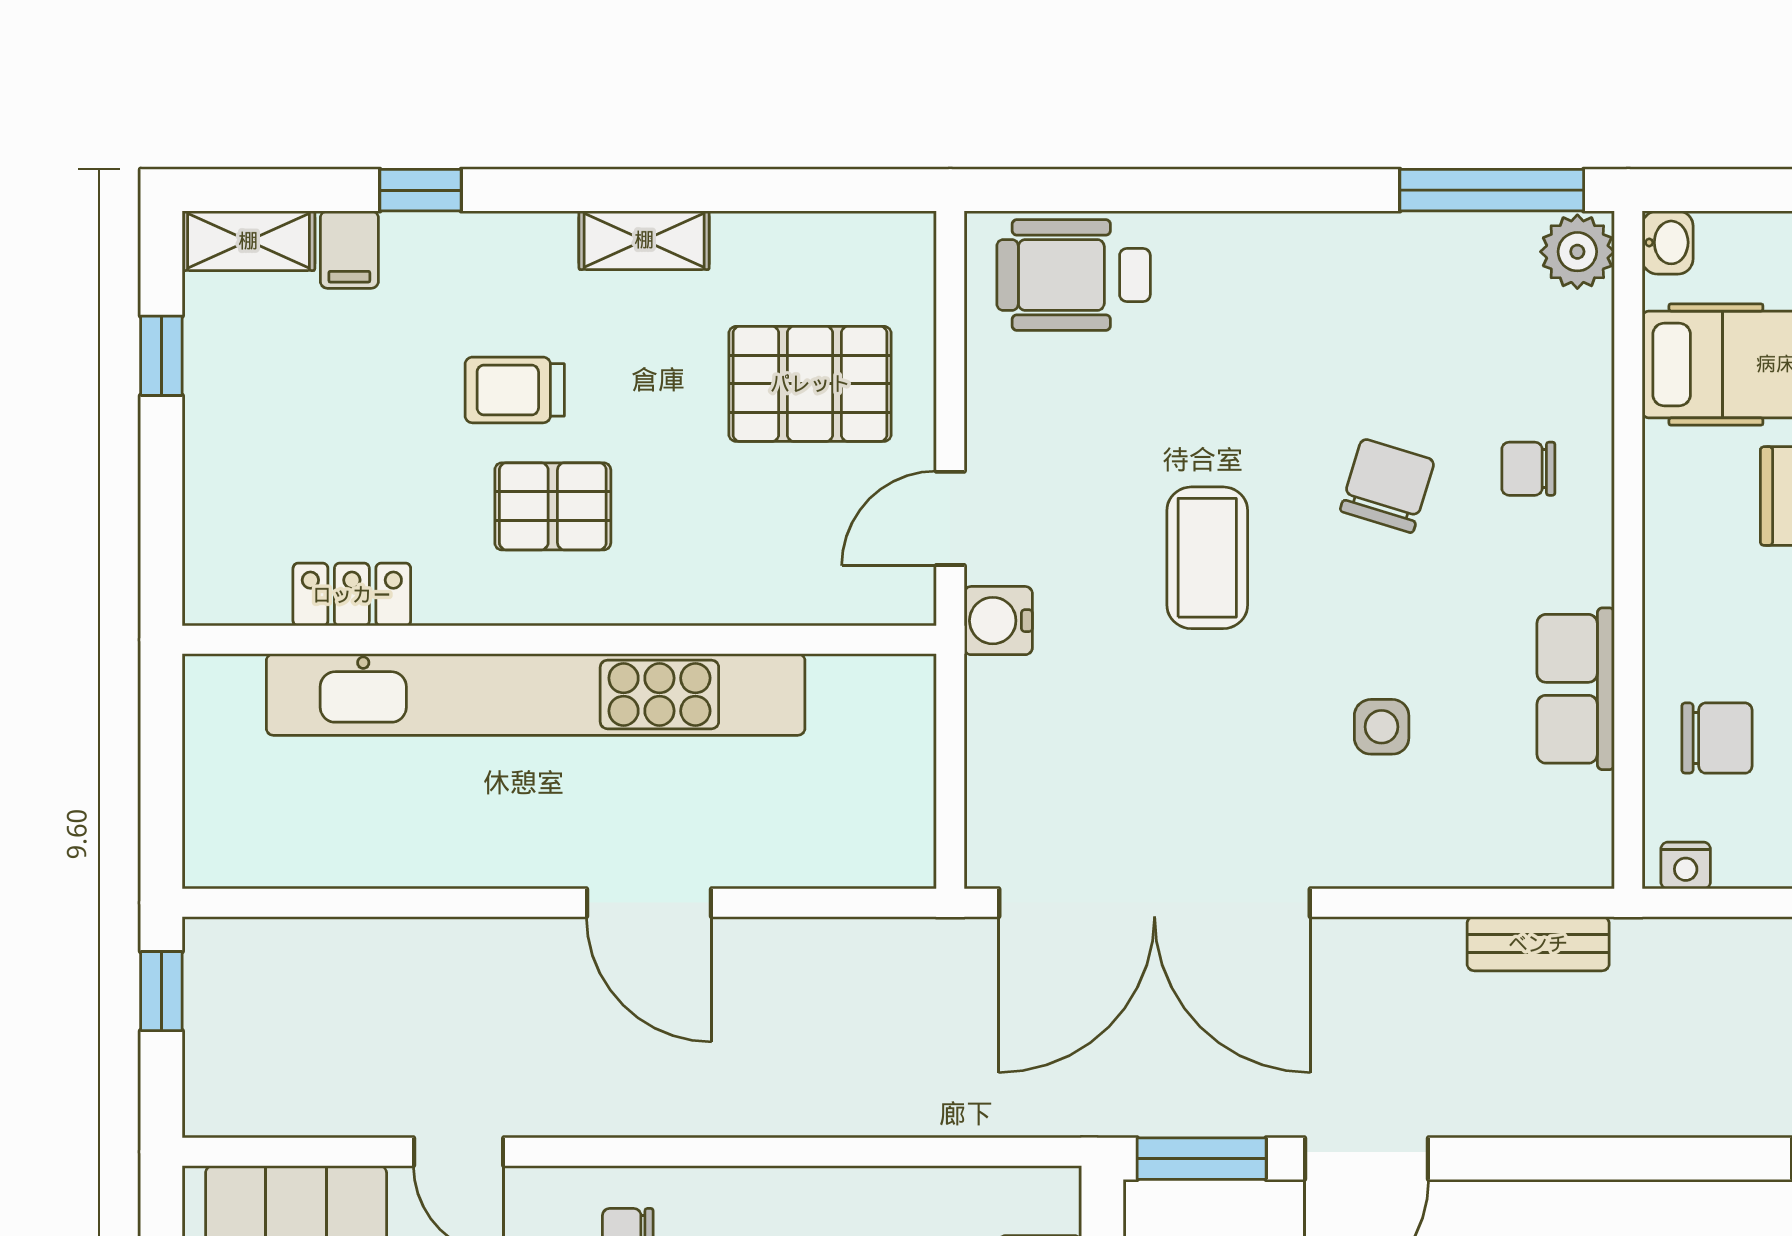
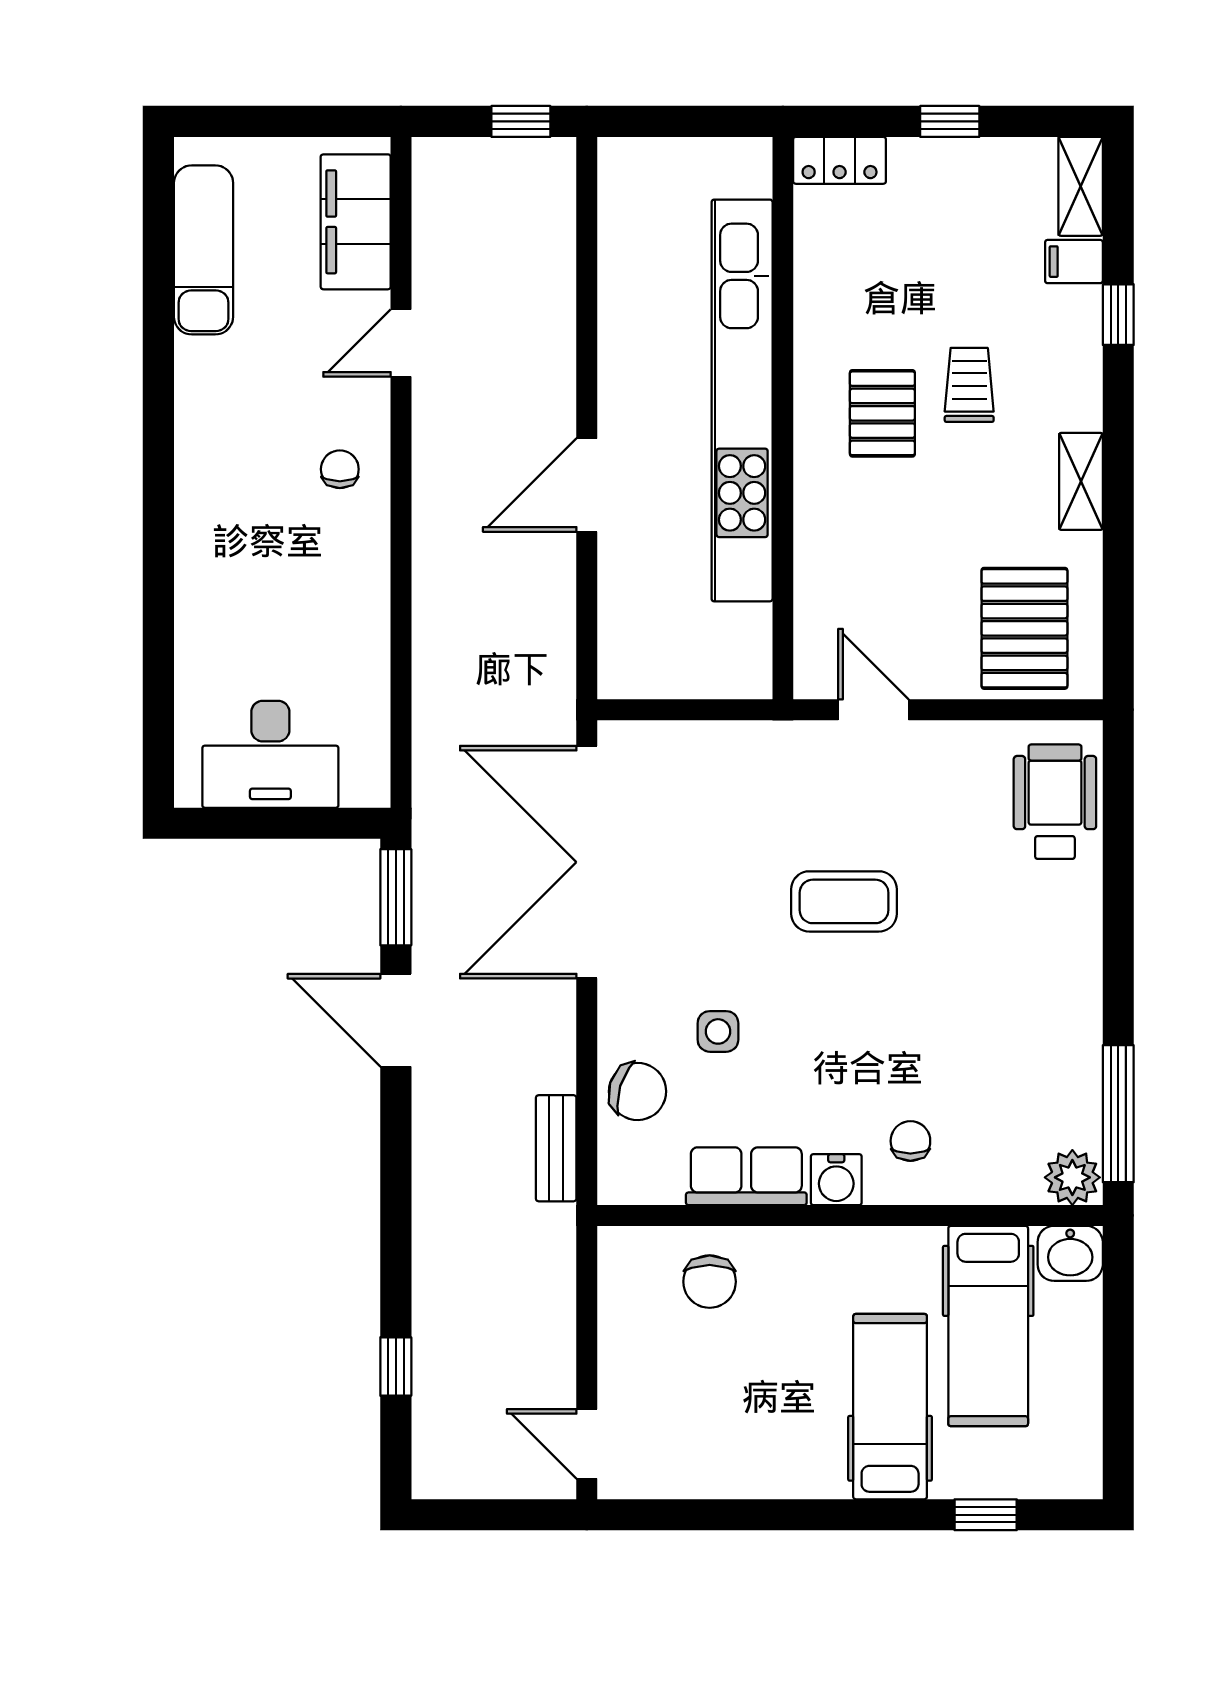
washbasin: (1668, 242) -> (1070, 1253), width x1.38, depth x1.45
window: (161, 356) -> (950, 121), moved
pallet: (810, 384) -> (1024, 628), moved
chair: (1387, 486) -> (638, 1091), moved
locker: (352, 595) -> (840, 160), moved, turned 90
water cooler: (998, 621) -> (836, 1180), moved, turned 180
nightstand: (1686, 865) -> (615, 1258), removed

